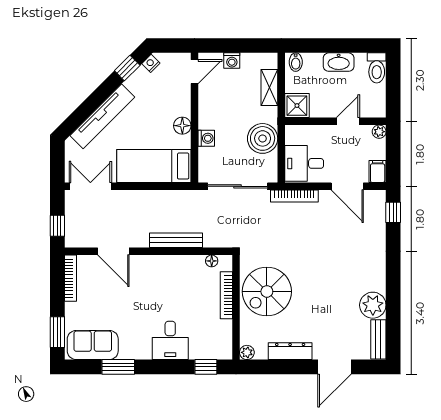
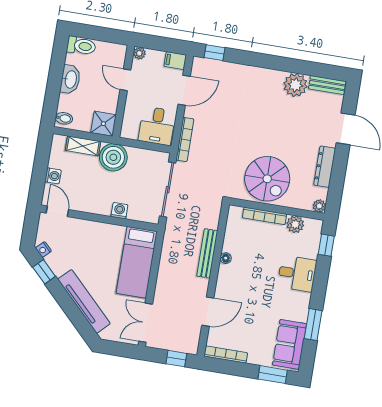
floor lamp: (182, 126) -> (104, 230), removed
boiler: (263, 138) -> (113, 157), moved
floor lamp: (212, 261) -> (226, 258), moved
plant: (223, 330) -> (295, 224), added

